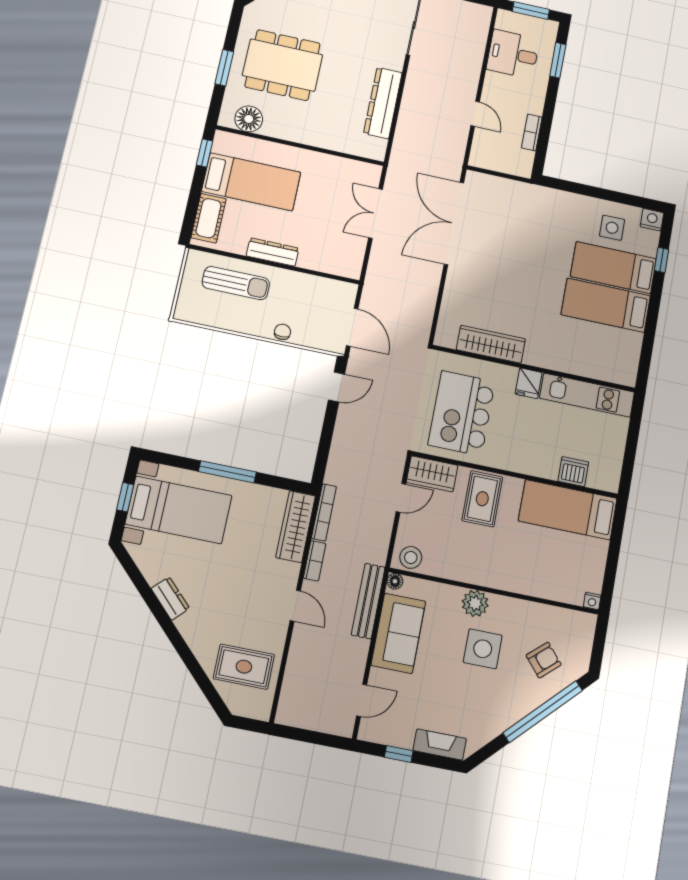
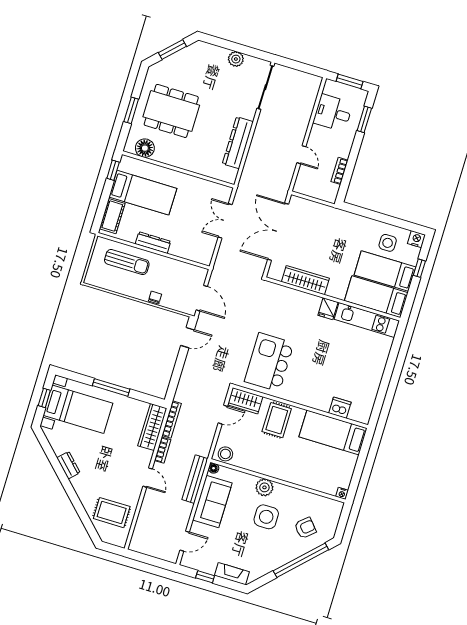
wardrobe: (491, 344) -> (305, 280), moved
wall: (534, 368) -> (333, 299), moved
fridge: (529, 383) -> (328, 309), moved
kitchen unit: (587, 395) -> (367, 320), moved

